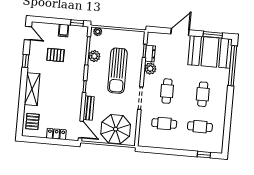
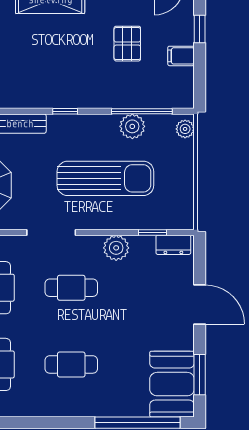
window: (77, 23) -> (200, 29), moved
booth: (210, 52) -> (172, 384), width x0.73, depth x0.70
dresser: (150, 54) -> (173, 245), moved
sun lounger: (117, 71) -> (105, 178), turned 180

